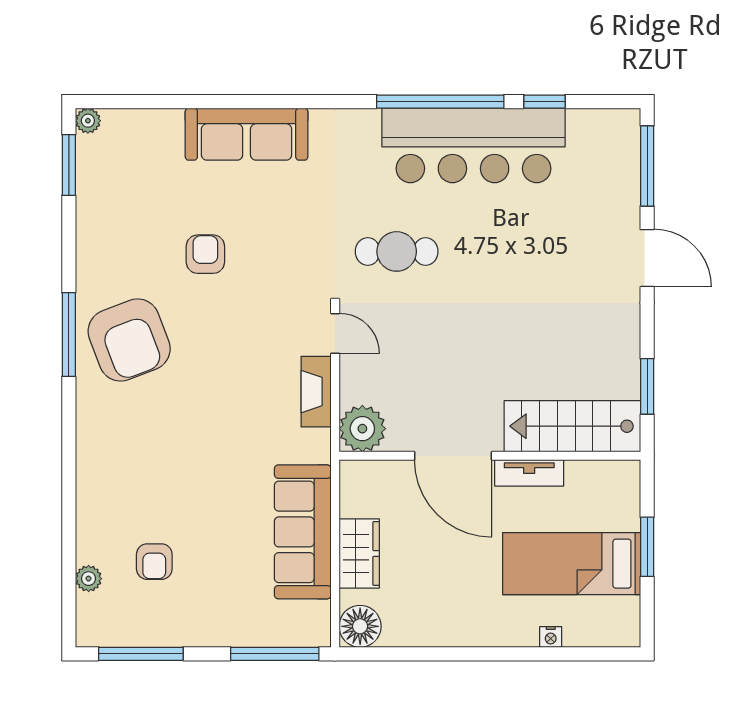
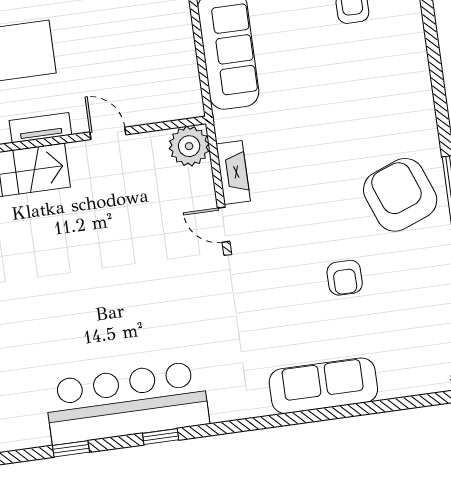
window: (440, 102) -> (161, 437), width x0.32
cafe table: (397, 251) -> (180, 303), removed
door: (453, 456) -> (108, 133), width x0.53
wardrobe: (359, 553) -> (177, 38), removed

